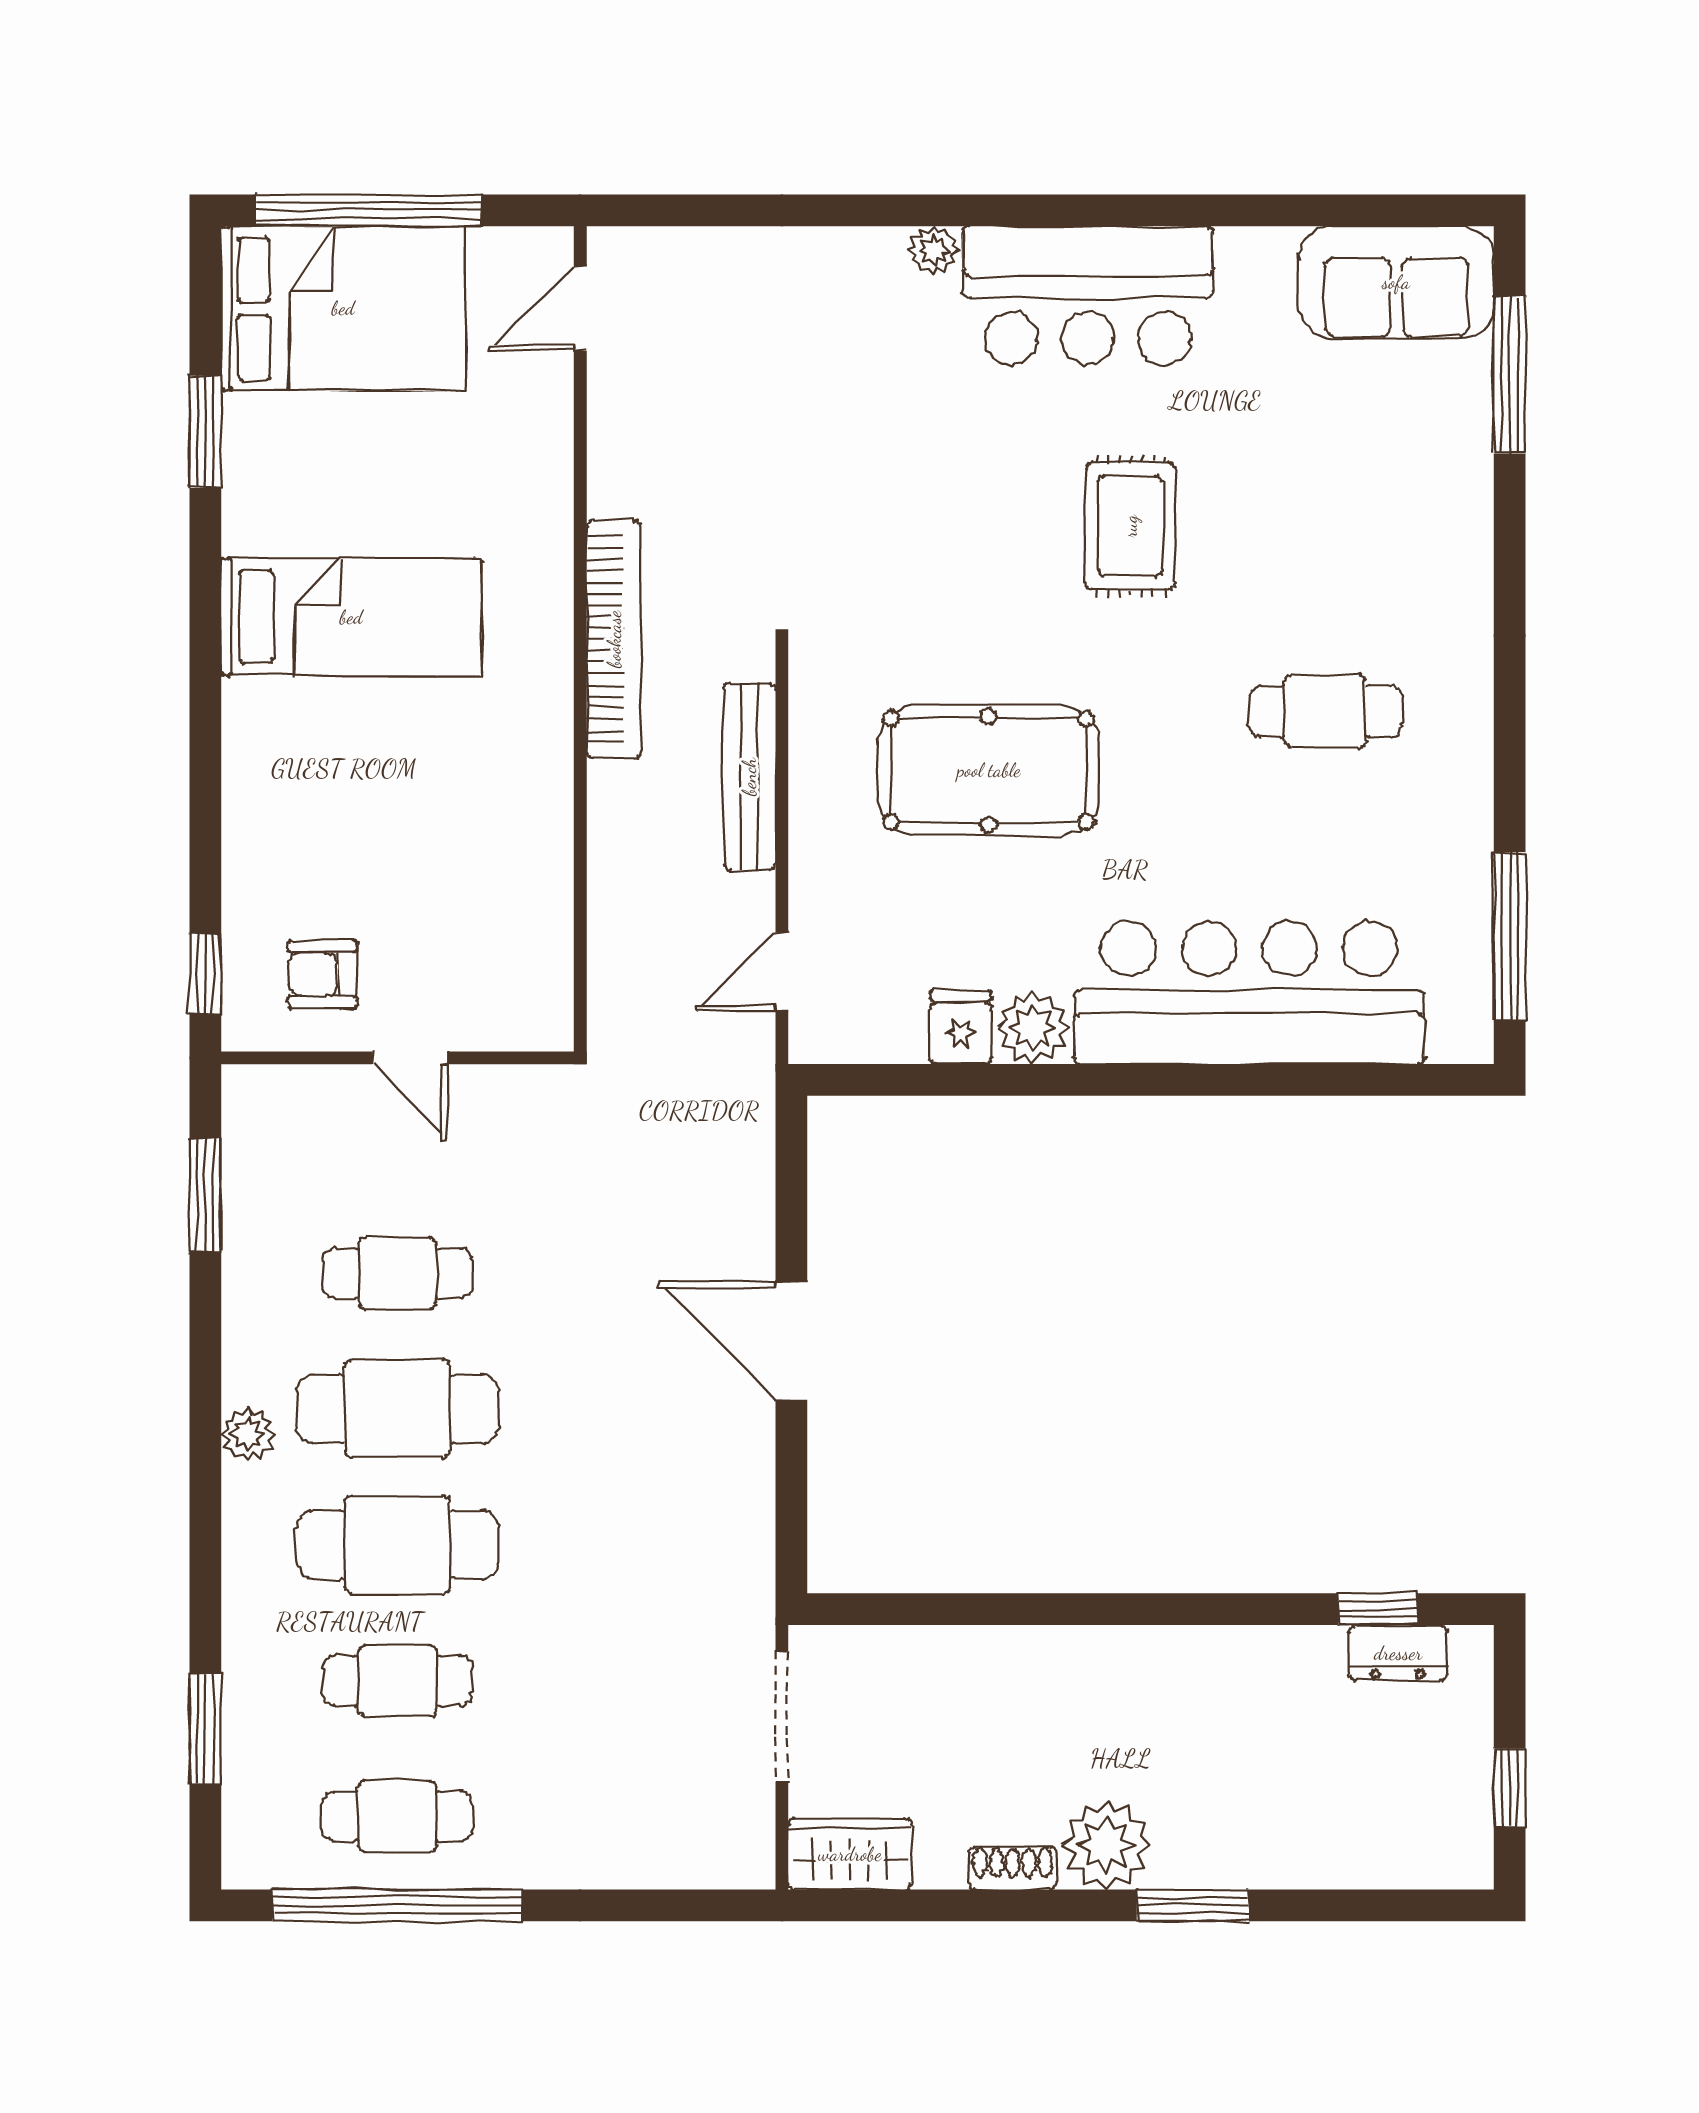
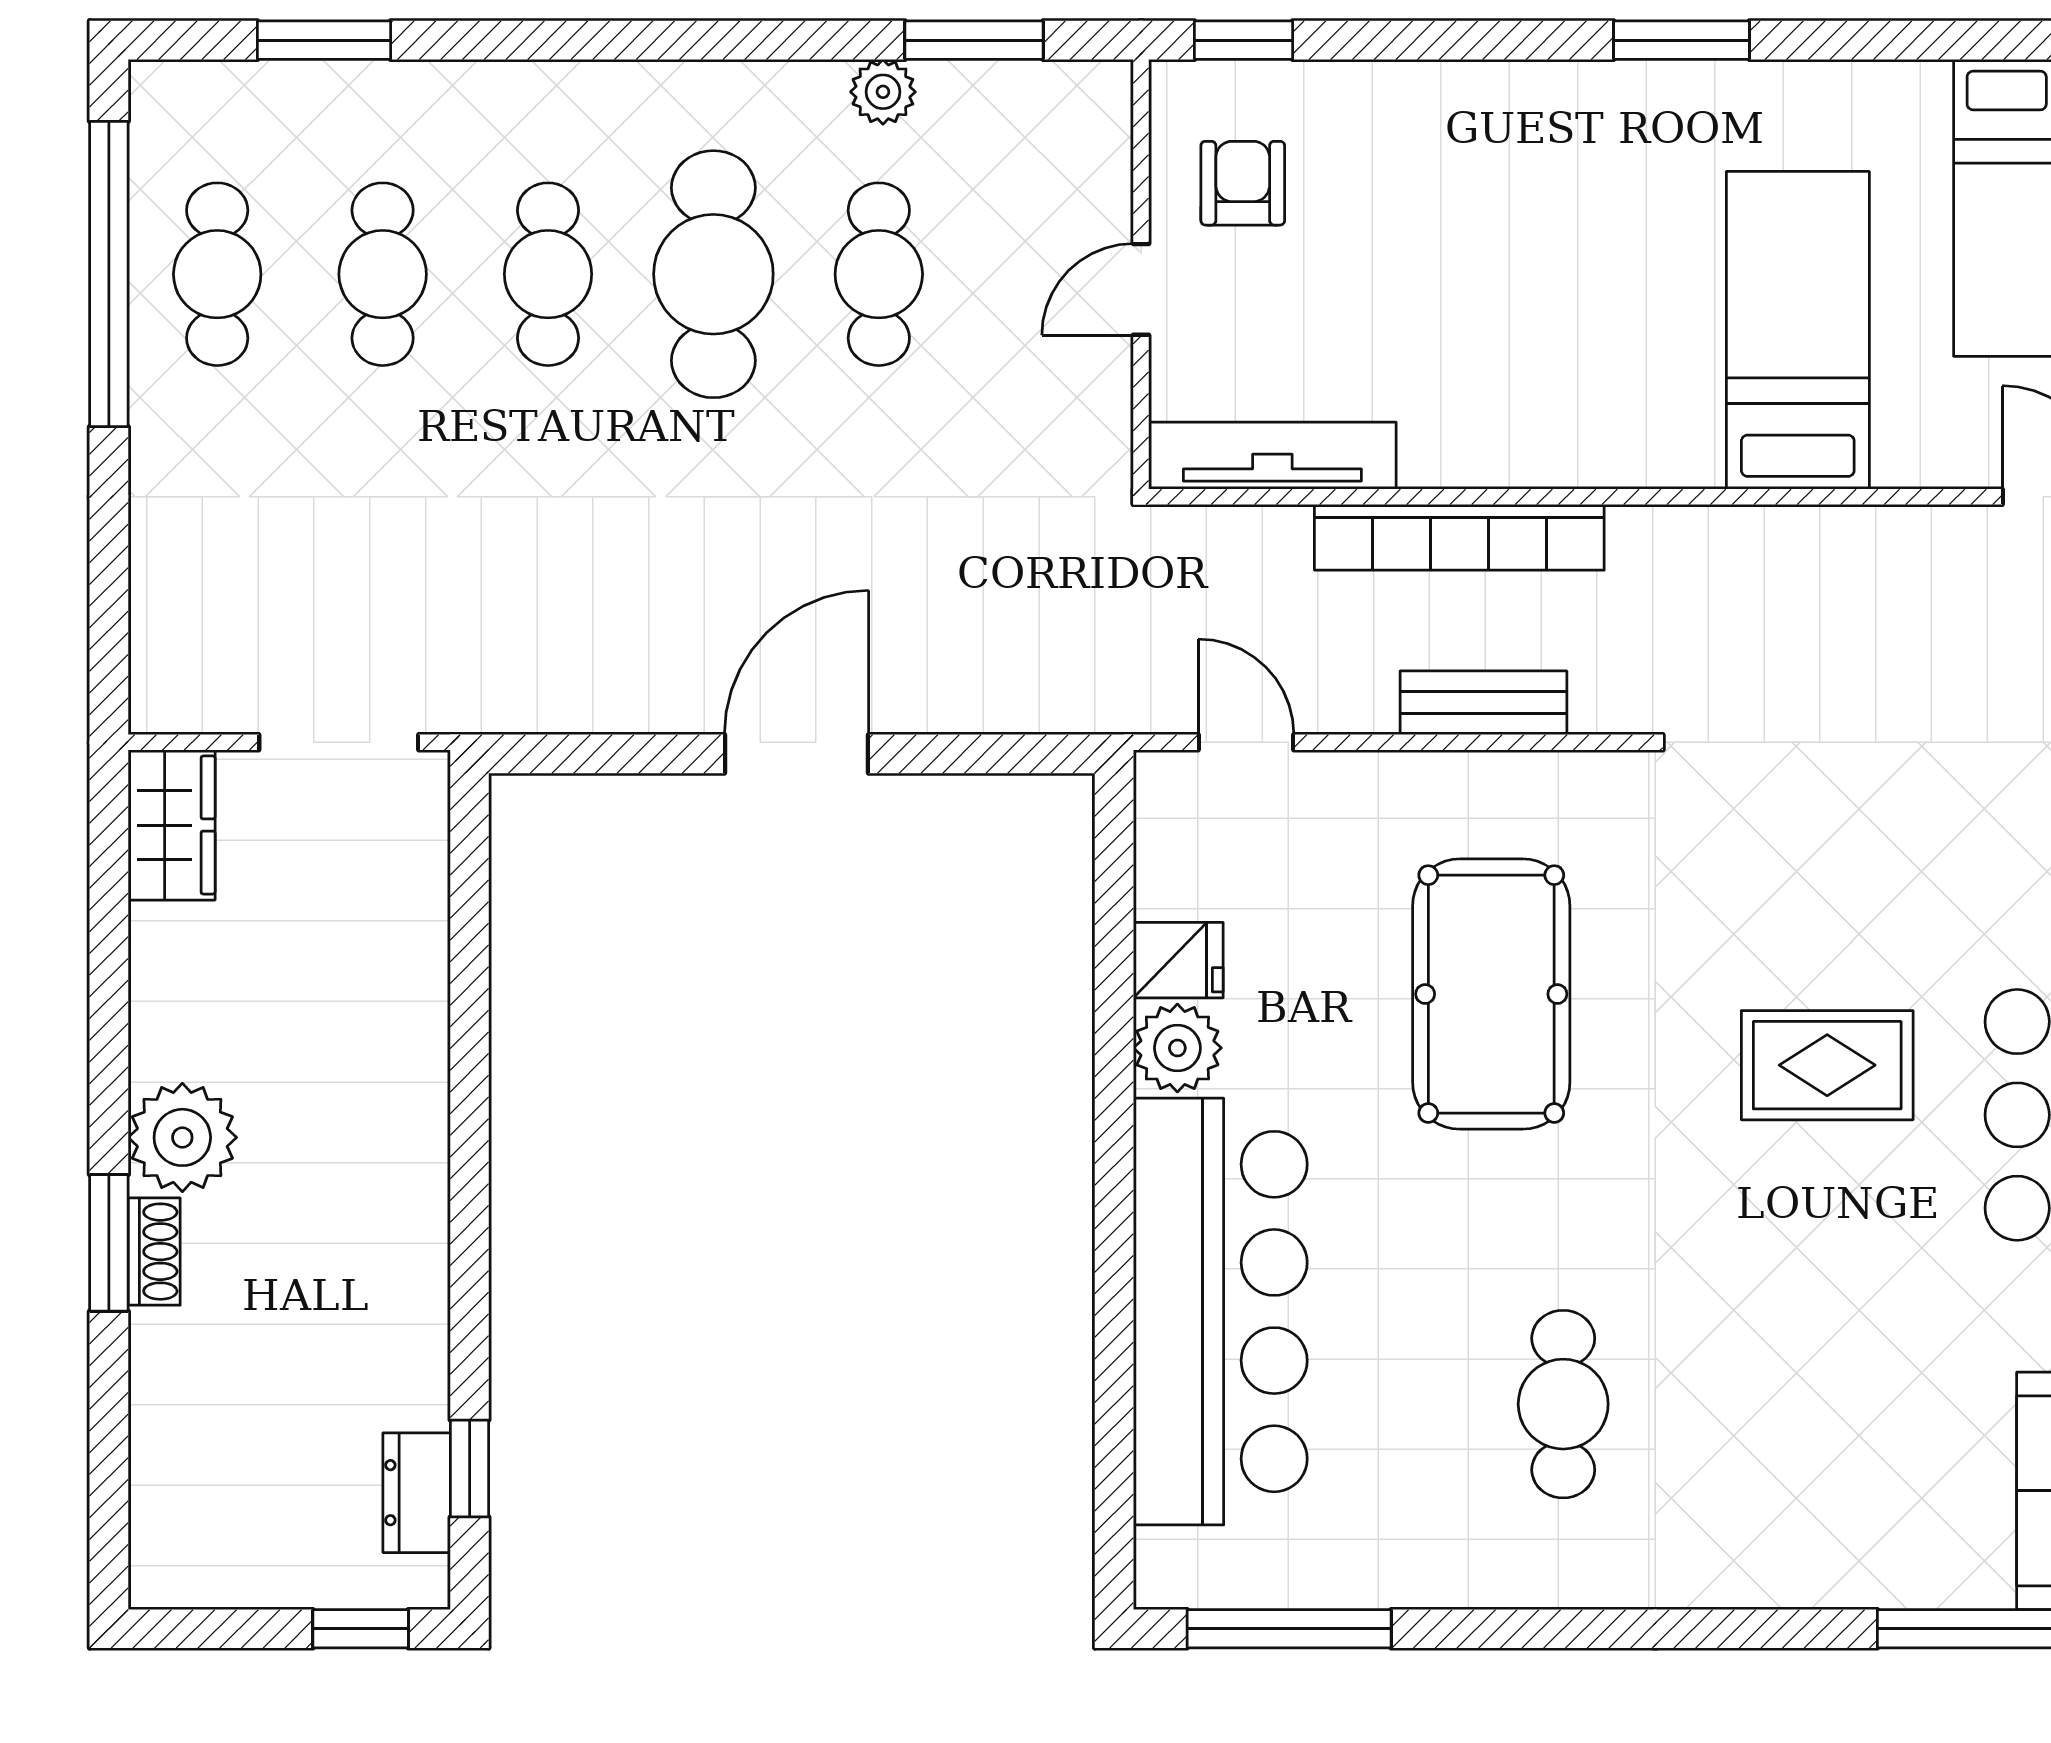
window: (205, 432) -> (1681, 40), moved
rug: (1130, 526) -> (1827, 1065), moved
bed: (351, 617) -> (1798, 330), moved, turned 180
bookcase: (614, 639) -> (1459, 537), moved
bench: (749, 777) -> (1483, 703), width x0.73
tv unit: (546, 950) -> (1272, 456), added
plant: (248, 1434) -> (883, 92), moved
cafe table: (397, 1545) -> (548, 274), width x0.73, depth x0.74
window: (1510, 1788) -> (361, 1629), moved
shoe rack: (1013, 1868) -> (154, 1252), moved

